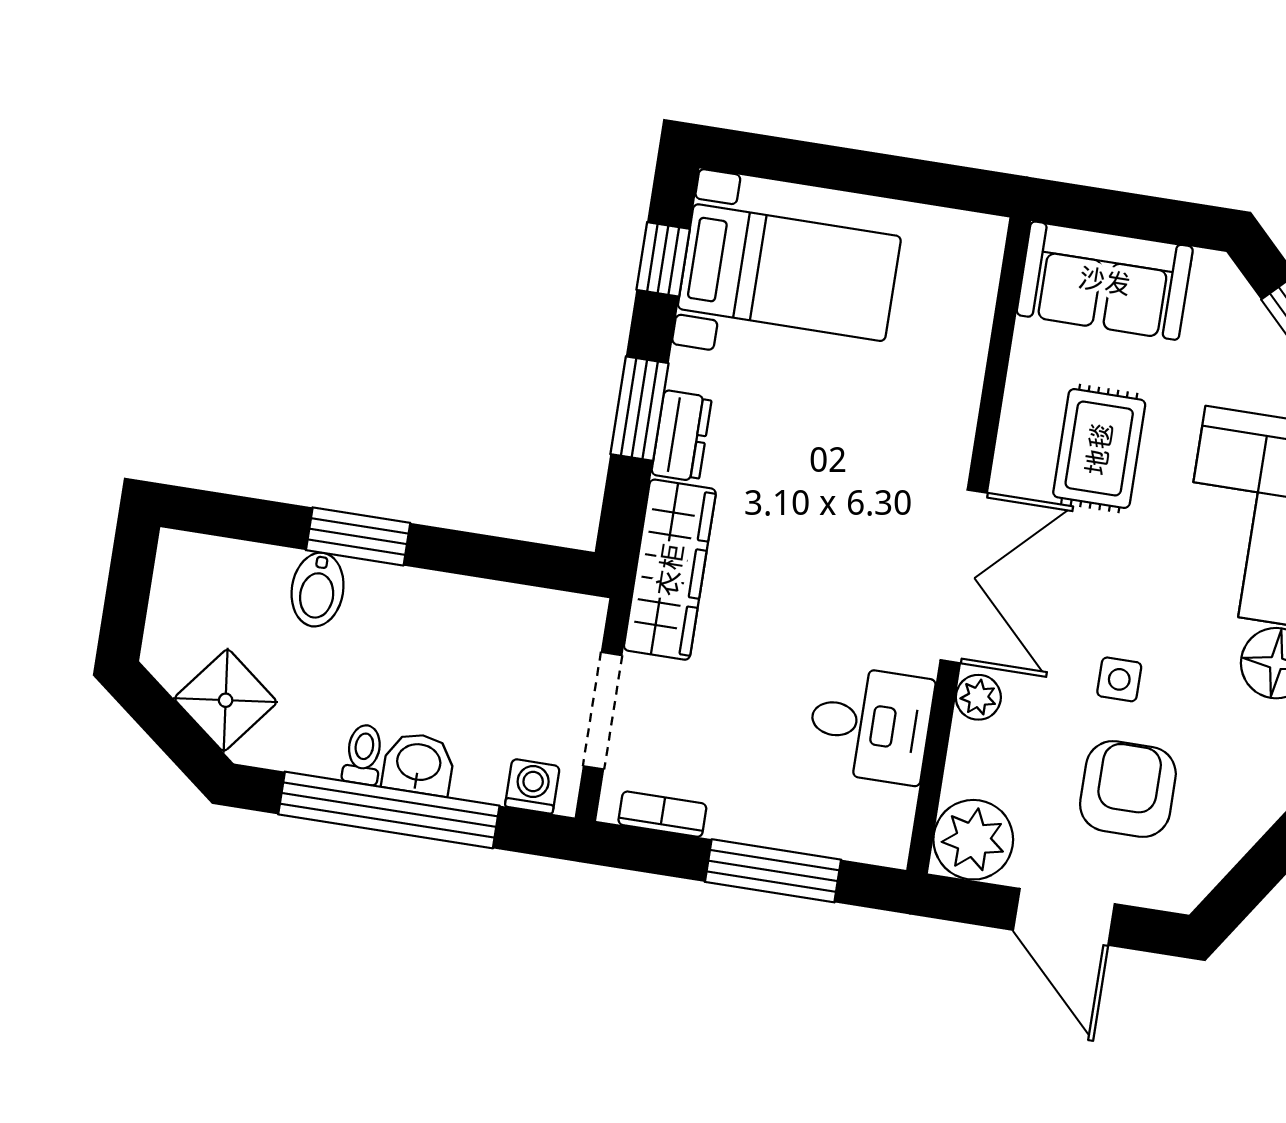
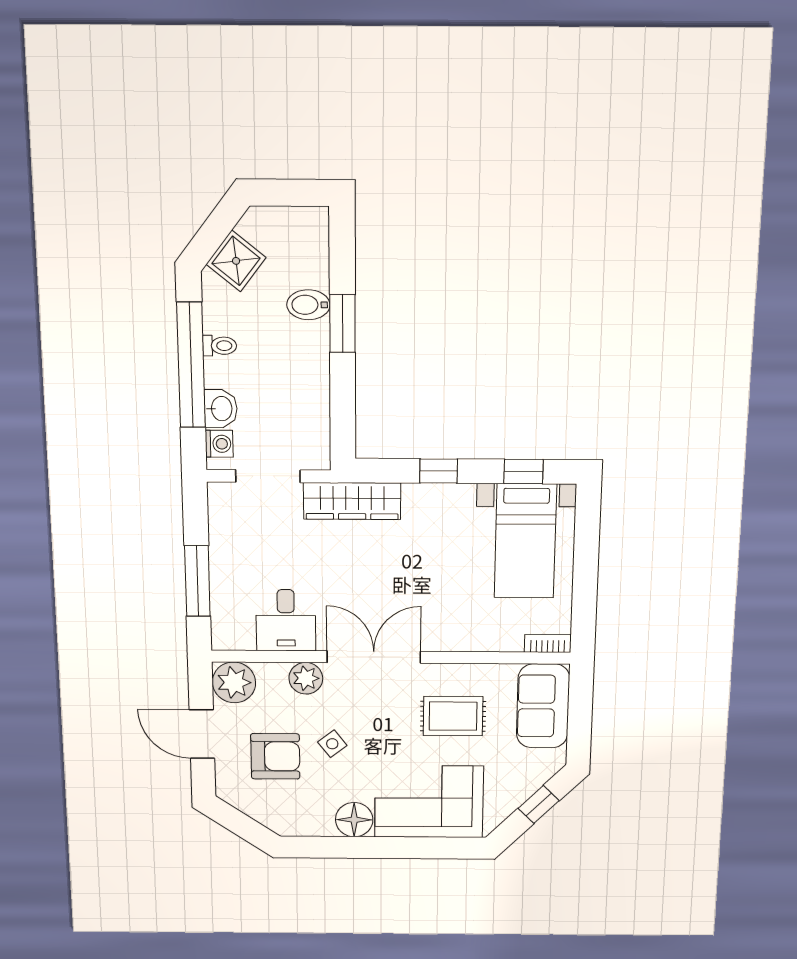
window: (639, 409) -> (439, 471), width x0.67
dresser: (681, 436) -> (427, 496), removed
double door: (964, 576) -> (374, 657), swing flipped
side table: (1119, 679) -> (332, 744), turned -38
plant: (978, 697) -> (306, 678), width x1.38, depth x1.38
washbasin: (419, 764) -> (221, 409), moved
bookcase: (662, 814) -> (548, 644), moved, turned -90
door: (1064, 917) -> (202, 734), hinge flipped

